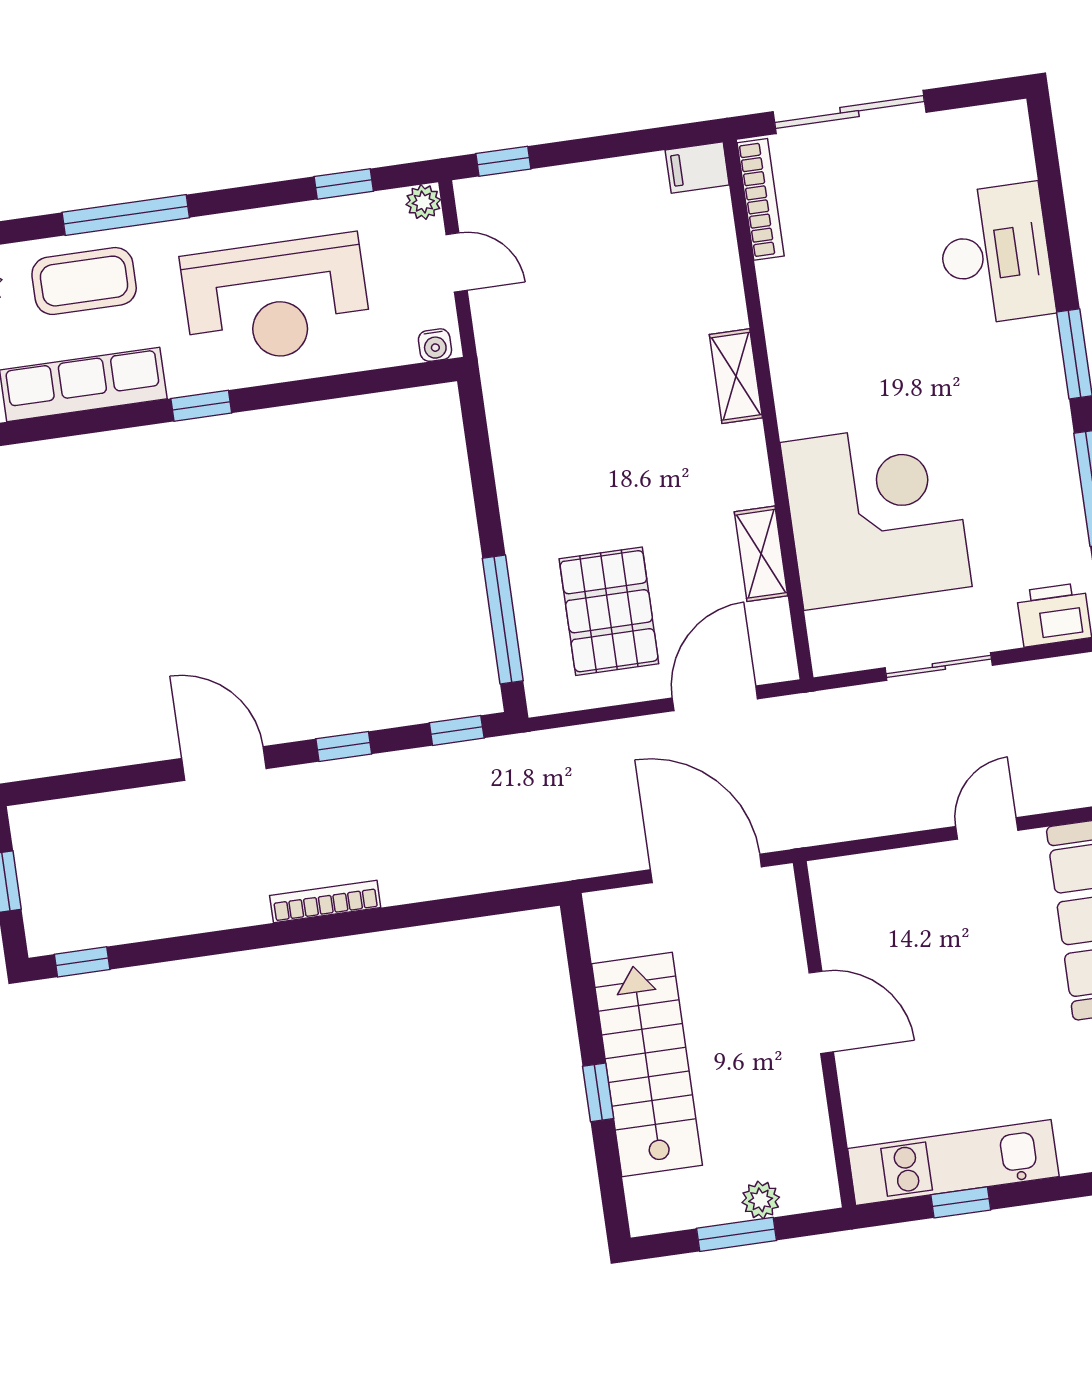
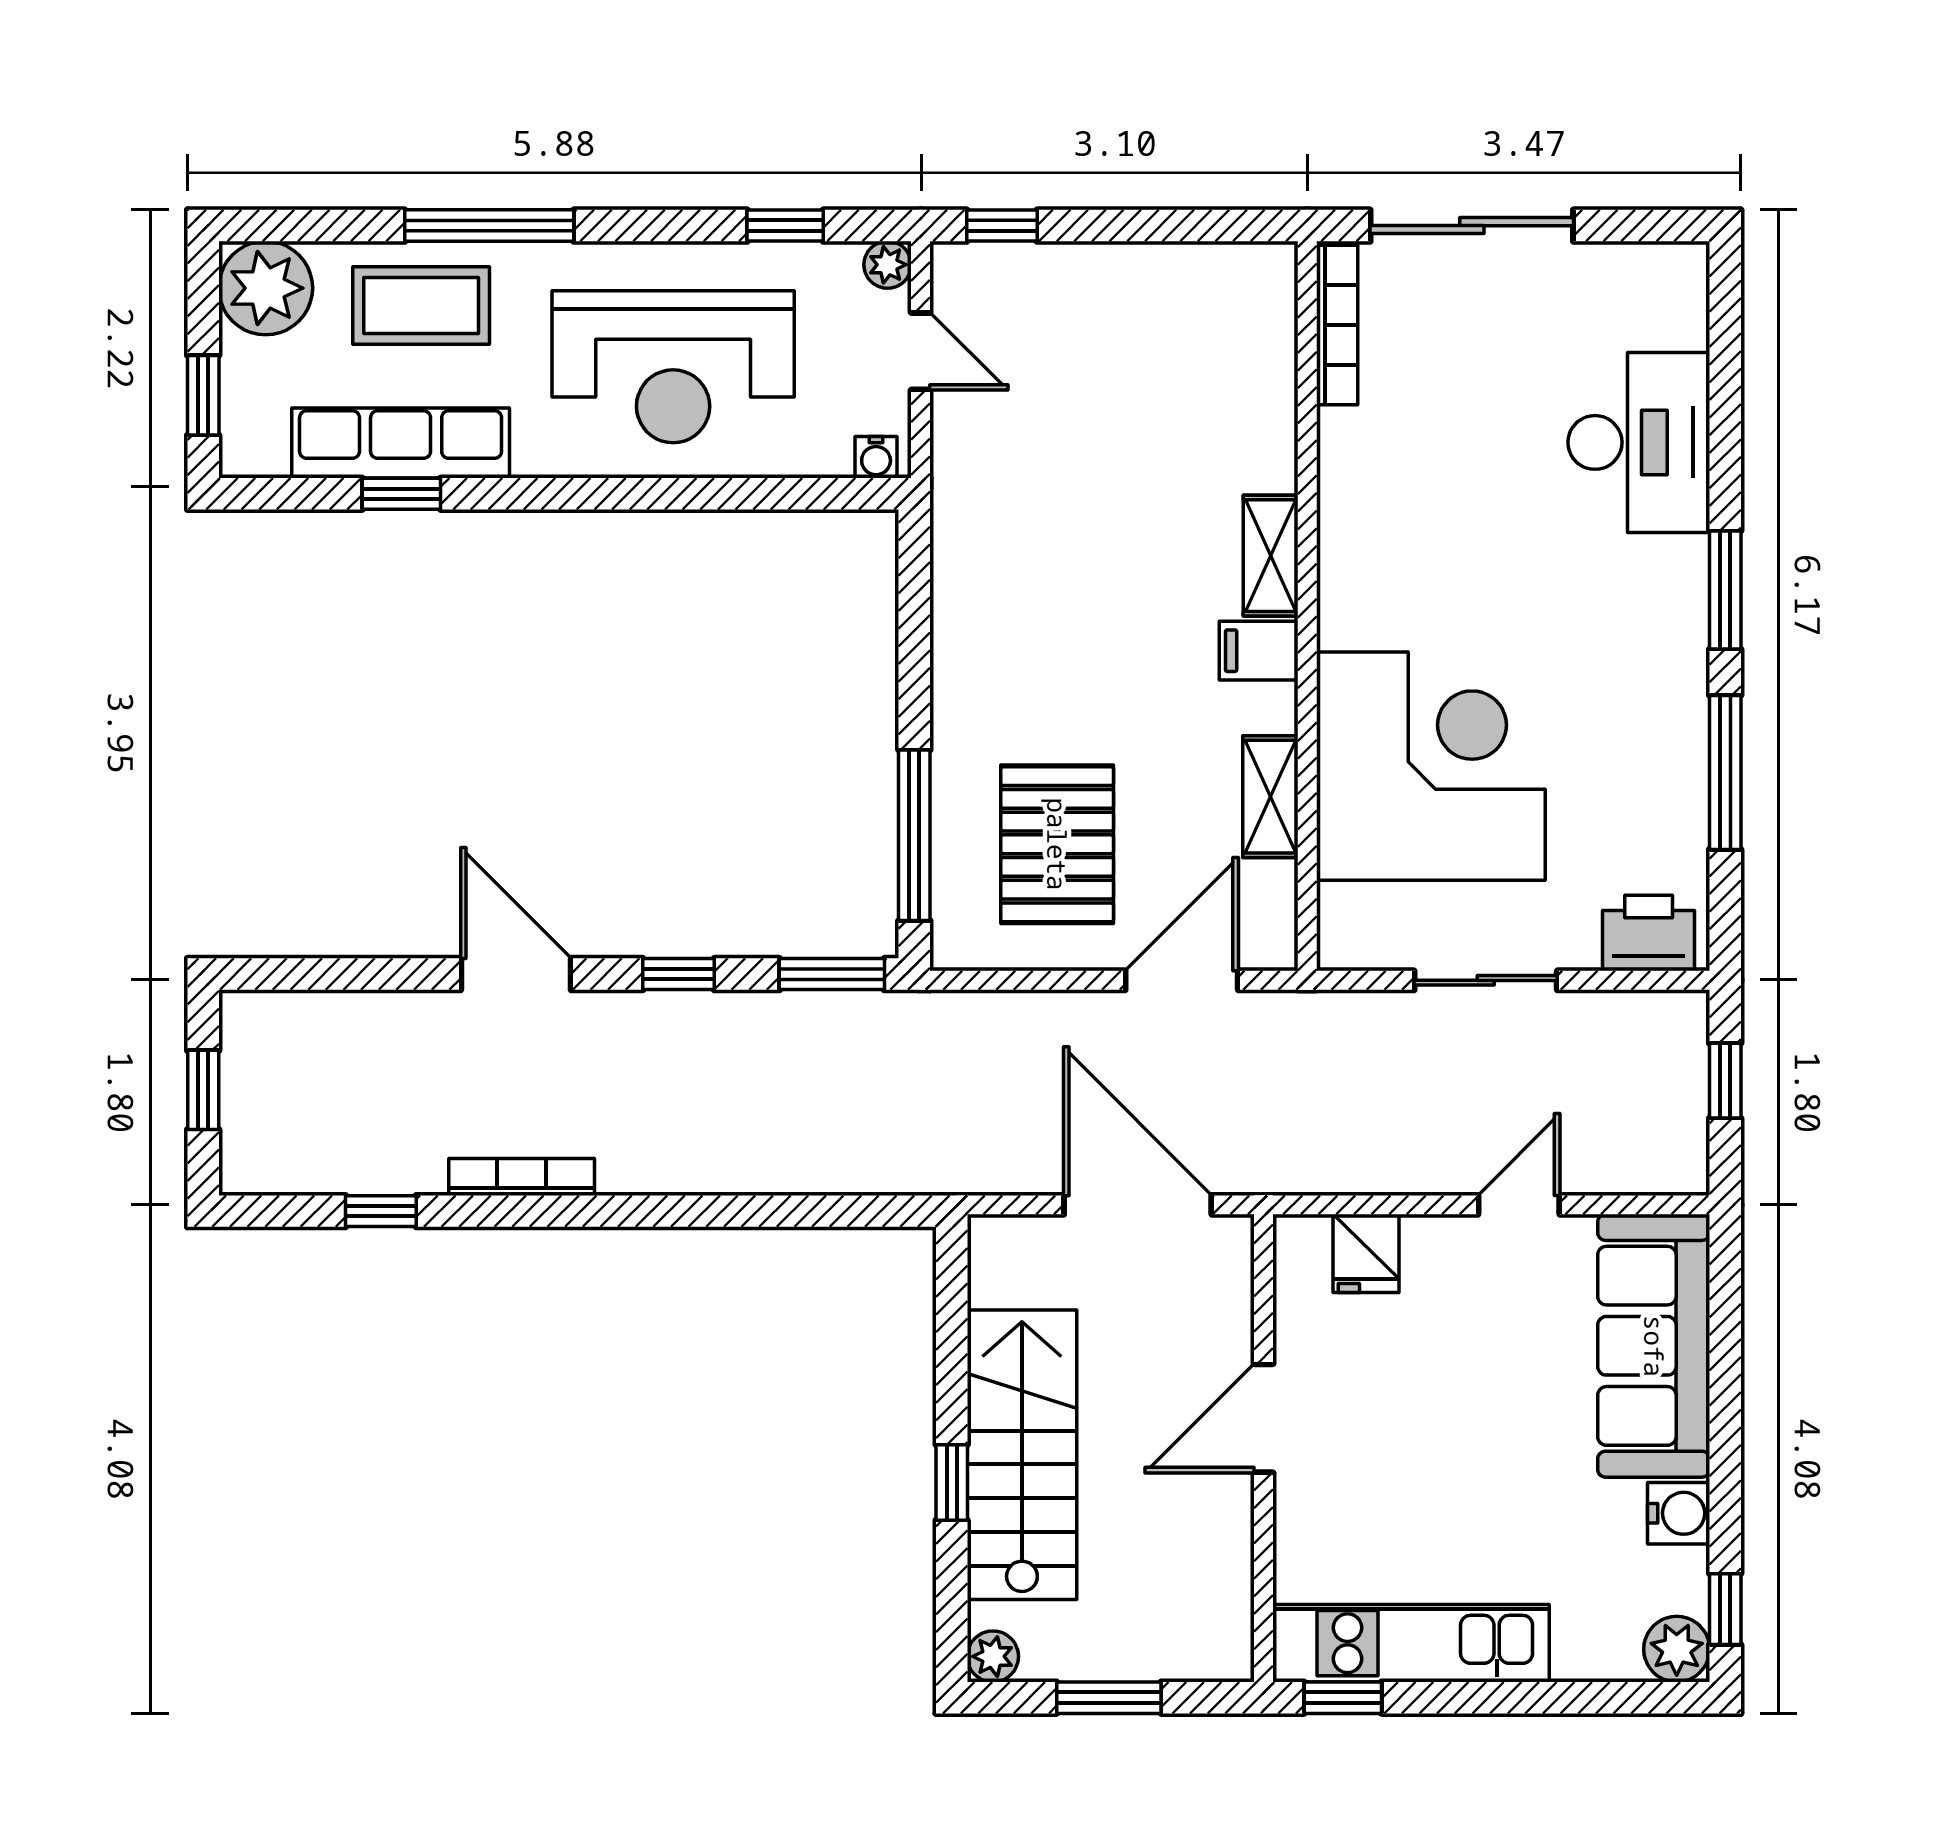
filing cabinet: (697, 168) -> (1259, 651), moved
window: (201, 406) -> (401, 494), moved
window: (457, 730) -> (832, 974), width x1.50
fridge: (879, 880) -> (1366, 1253), added
bookcase: (325, 902) -> (522, 1177), moved
window: (82, 962) -> (381, 1211), moved
door: (821, 1012) -> (1264, 1418), swing flipped
plant: (761, 1200) -> (993, 1656), moved
window: (961, 1202) -> (1343, 1698), moved

